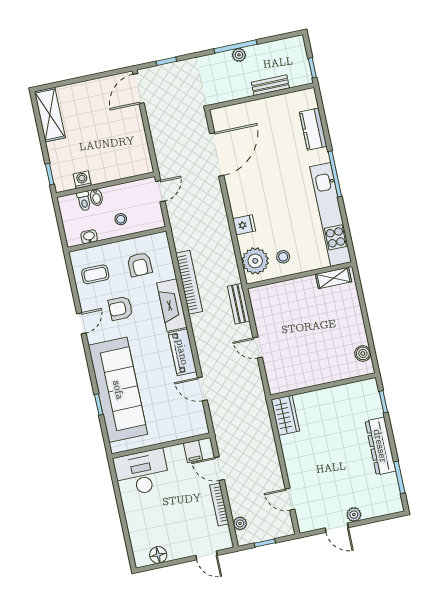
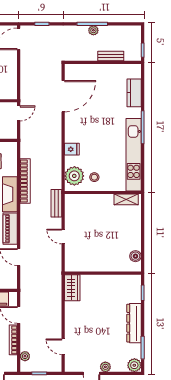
plant: (393, 504) -> (134, 365), added

